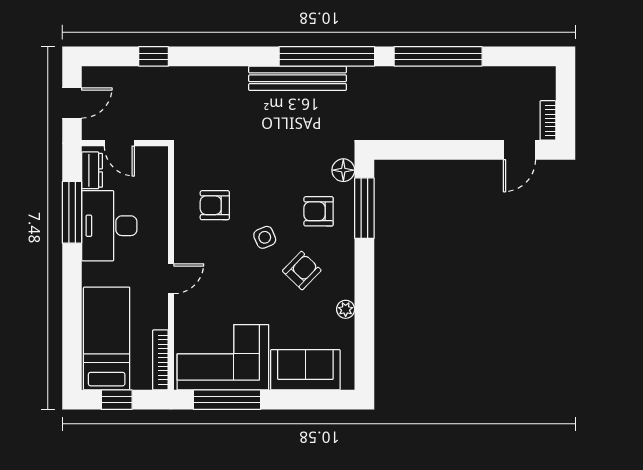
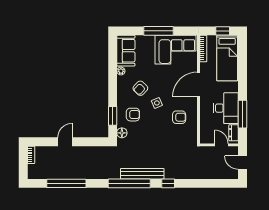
window: (154, 56) -> (168, 183), moved
window: (438, 56) -> (66, 183), moved
door: (72, 103) -> (242, 163), hinge flipped
door: (519, 150) -> (65, 142), moved
window: (364, 208) -> (113, 116), width x0.69
door: (171, 279) -> (199, 85), width x1.88
sofa: (305, 370) -> (126, 51), moved, turned -90
window: (227, 400) -> (159, 31), moved

